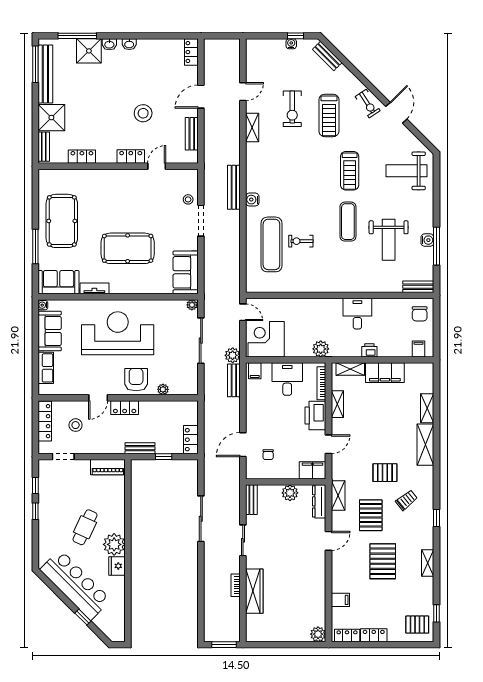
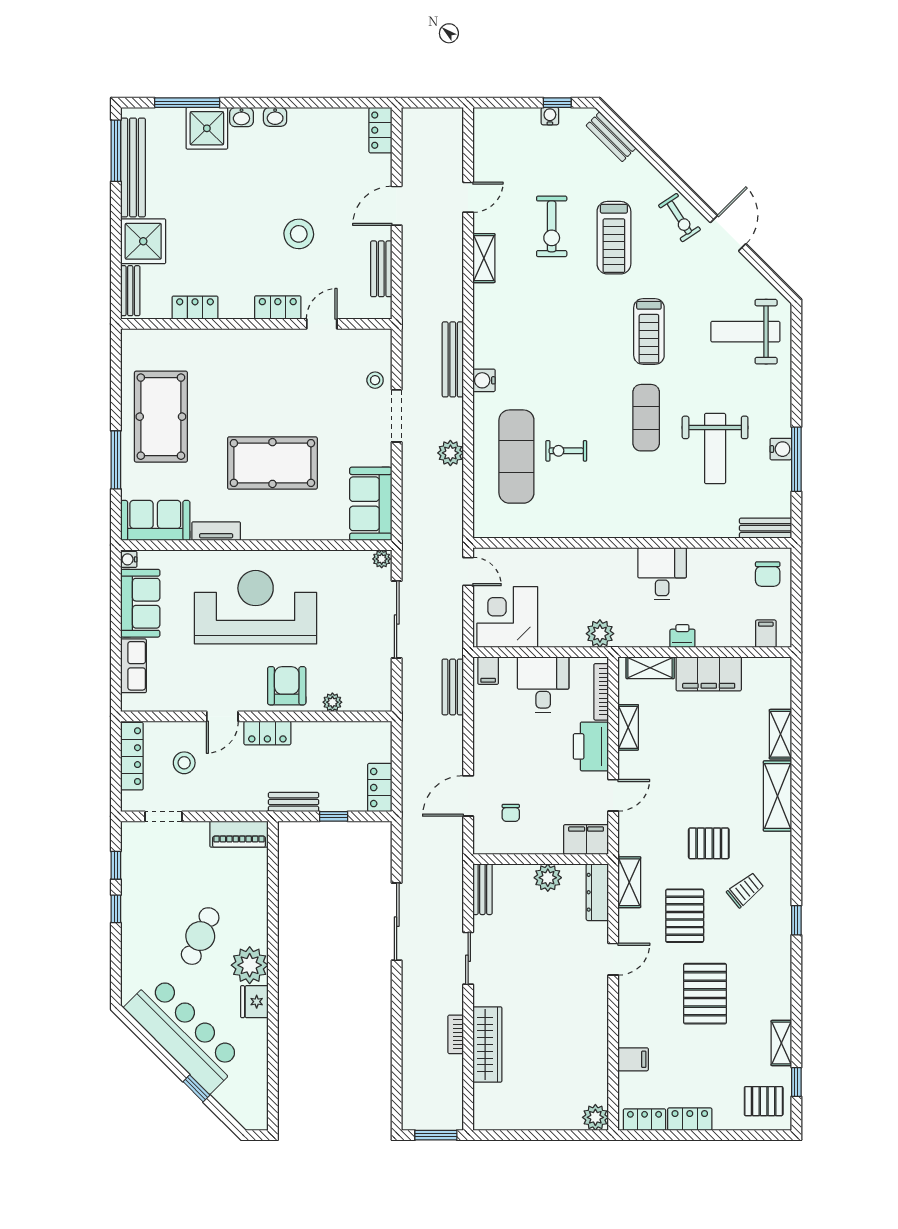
plant: (233, 355) -> (450, 453), moved
shelving: (428, 563) -> (781, 1043), moved

